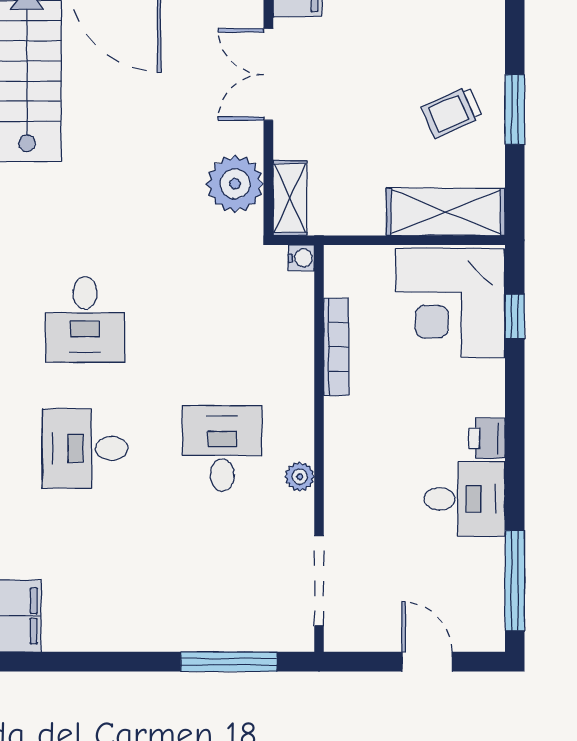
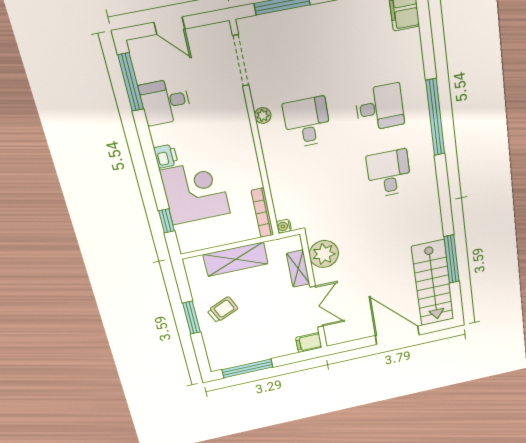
shelving: (290, 198) -> (298, 269), moved
shelving: (446, 212) -> (236, 259), moved
corner desk: (450, 303) -> (195, 192), moved
bookcase: (336, 347) -> (262, 213), moved
desk: (222, 448) -> (307, 122), turned 180
desk: (465, 499) -> (165, 102), moved

